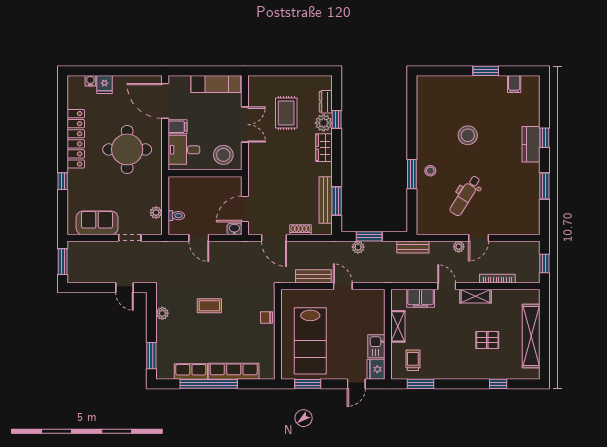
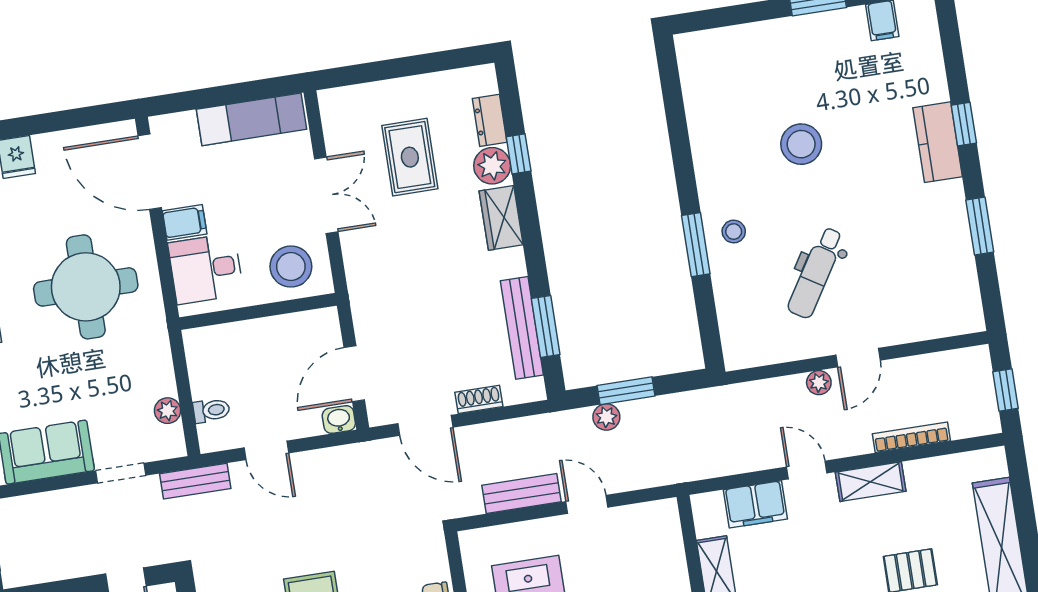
bench: (413, 247) -> (195, 481), moved

